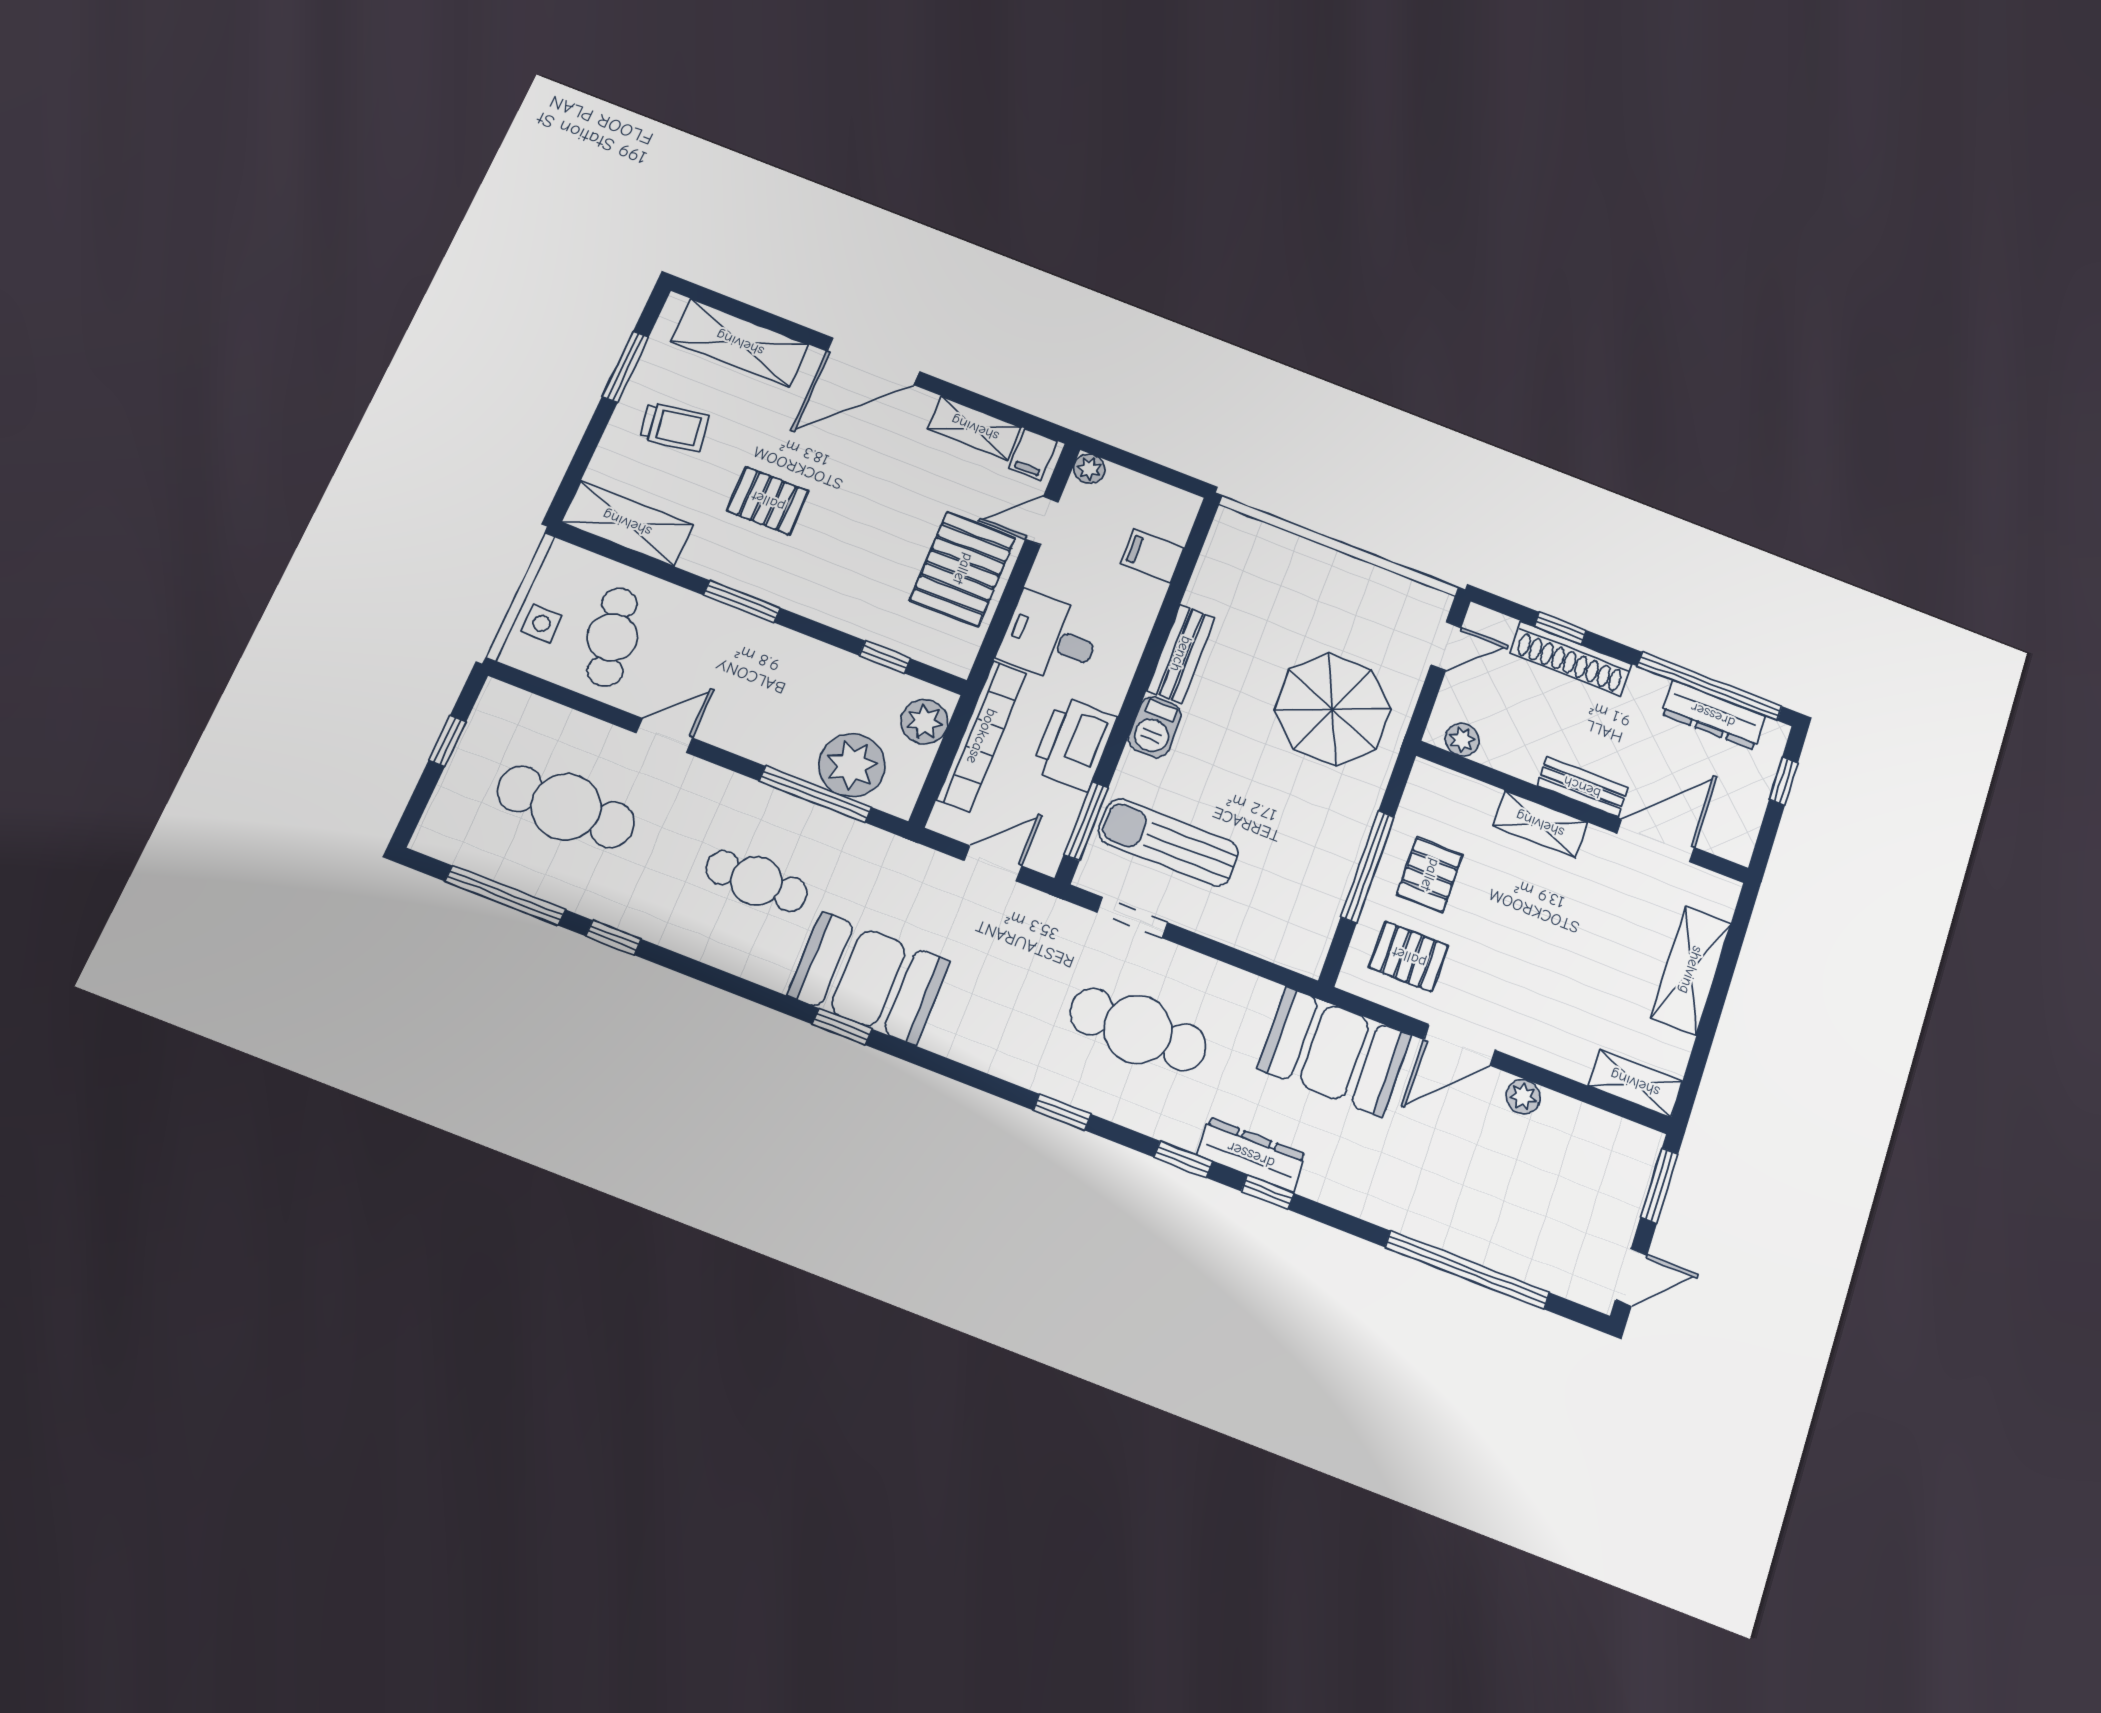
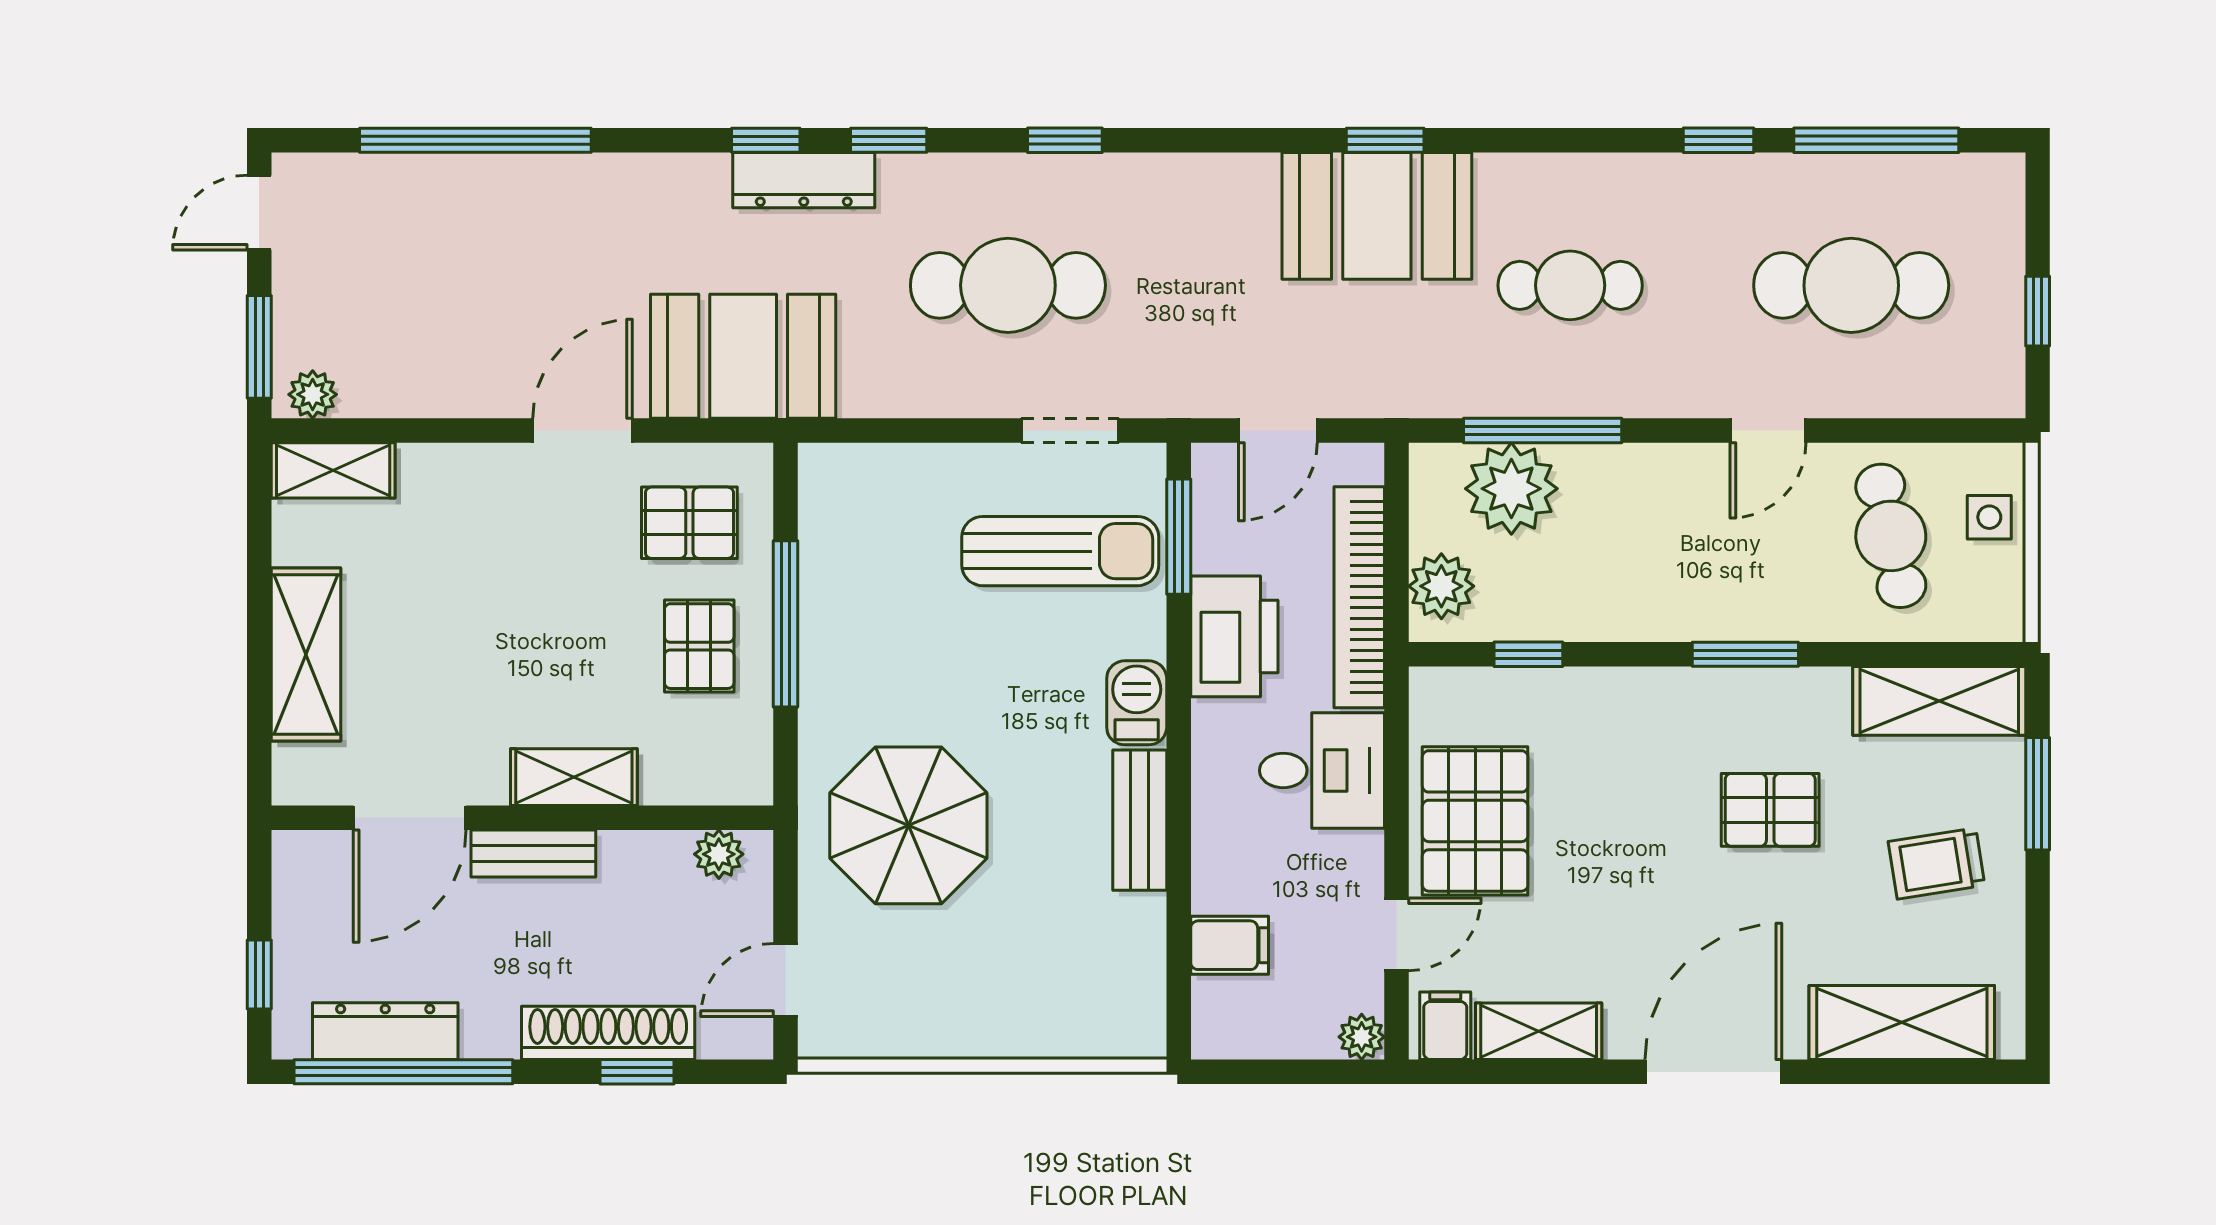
window: (625, 367) -> (2038, 794), moved
plant: (1523, 1097) -> (313, 394), moved

